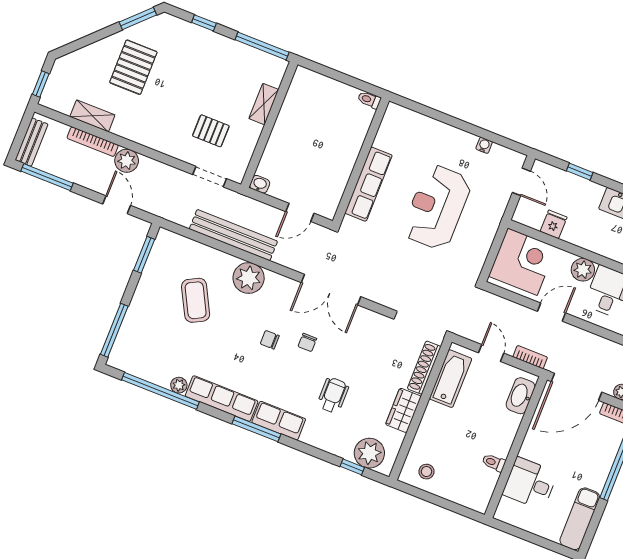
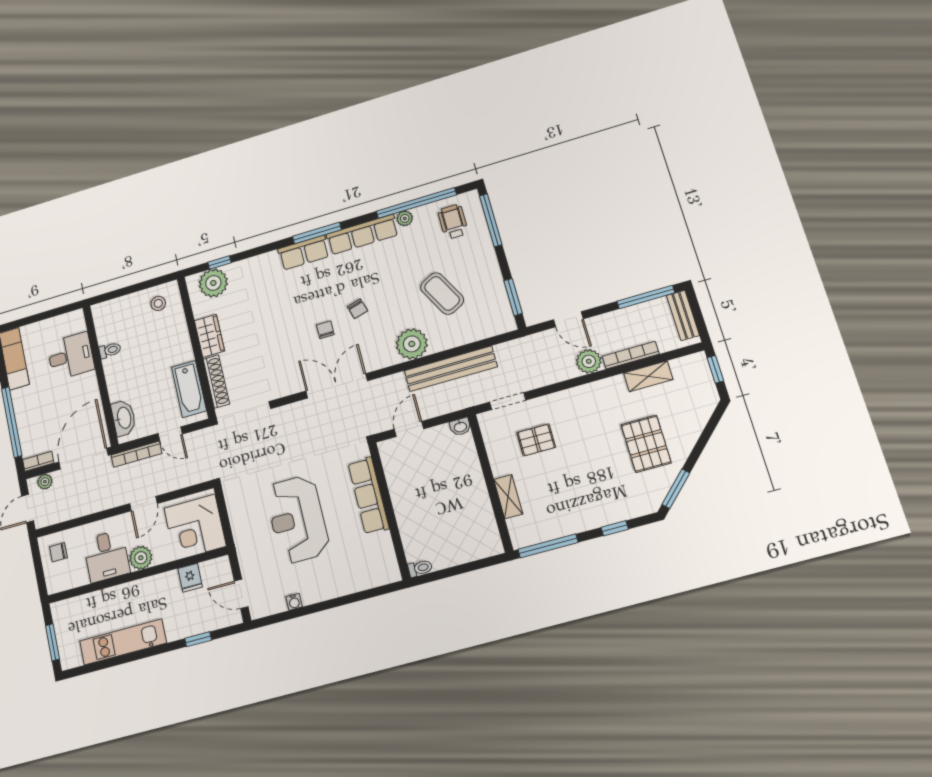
reception desk: (437, 207) -> (297, 519), turned 180
chair: (270, 340) -> (357, 309), turned 74
bookcase: (530, 357) -> (136, 454), width x1.56
wheelchair: (333, 395) -> (453, 222), moved, turned 180

